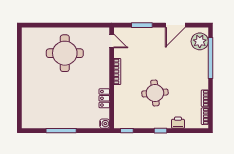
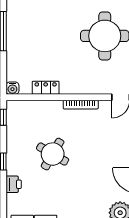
round table: (155, 93) -> (53, 154), turned 35

